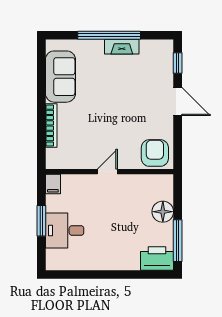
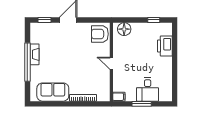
floor lamp: (163, 212) -> (124, 29), moved
window: (178, 241) -> (154, 20), width x0.46
printer: (157, 259) -> (165, 46), moved

